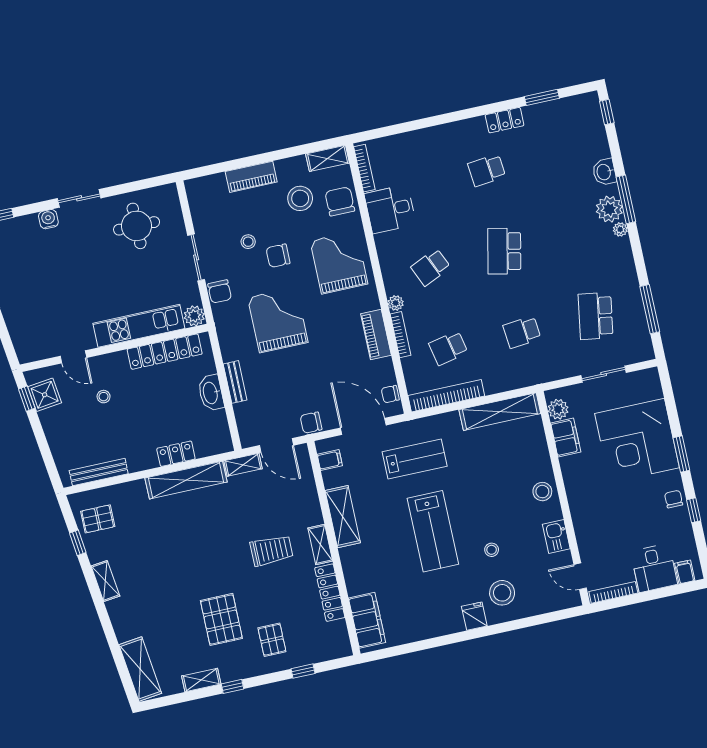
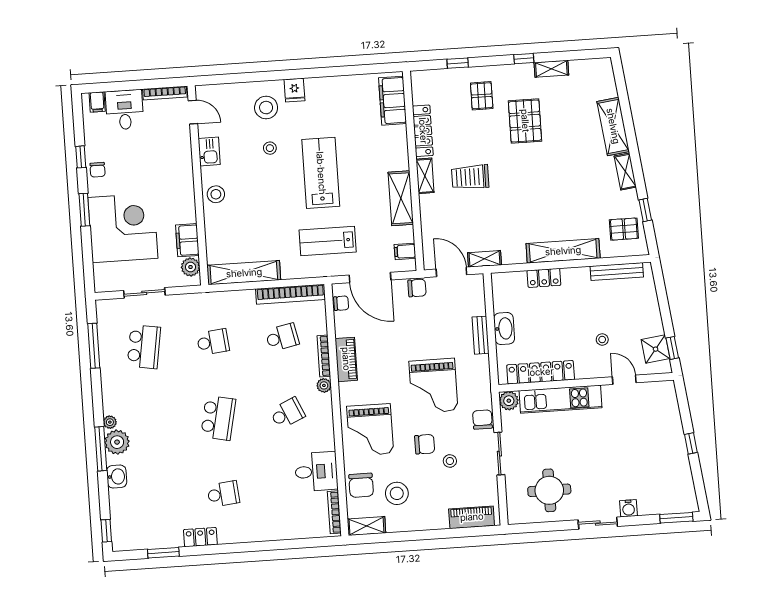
piano: (251, 177) -> (472, 517), moved
shelving: (186, 480) -> (563, 251), moved
shelving: (140, 669) -> (613, 126), moved

